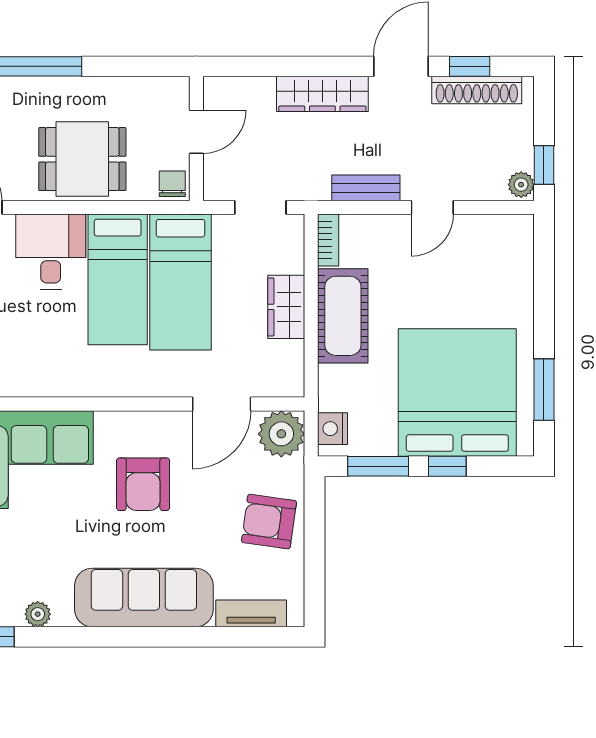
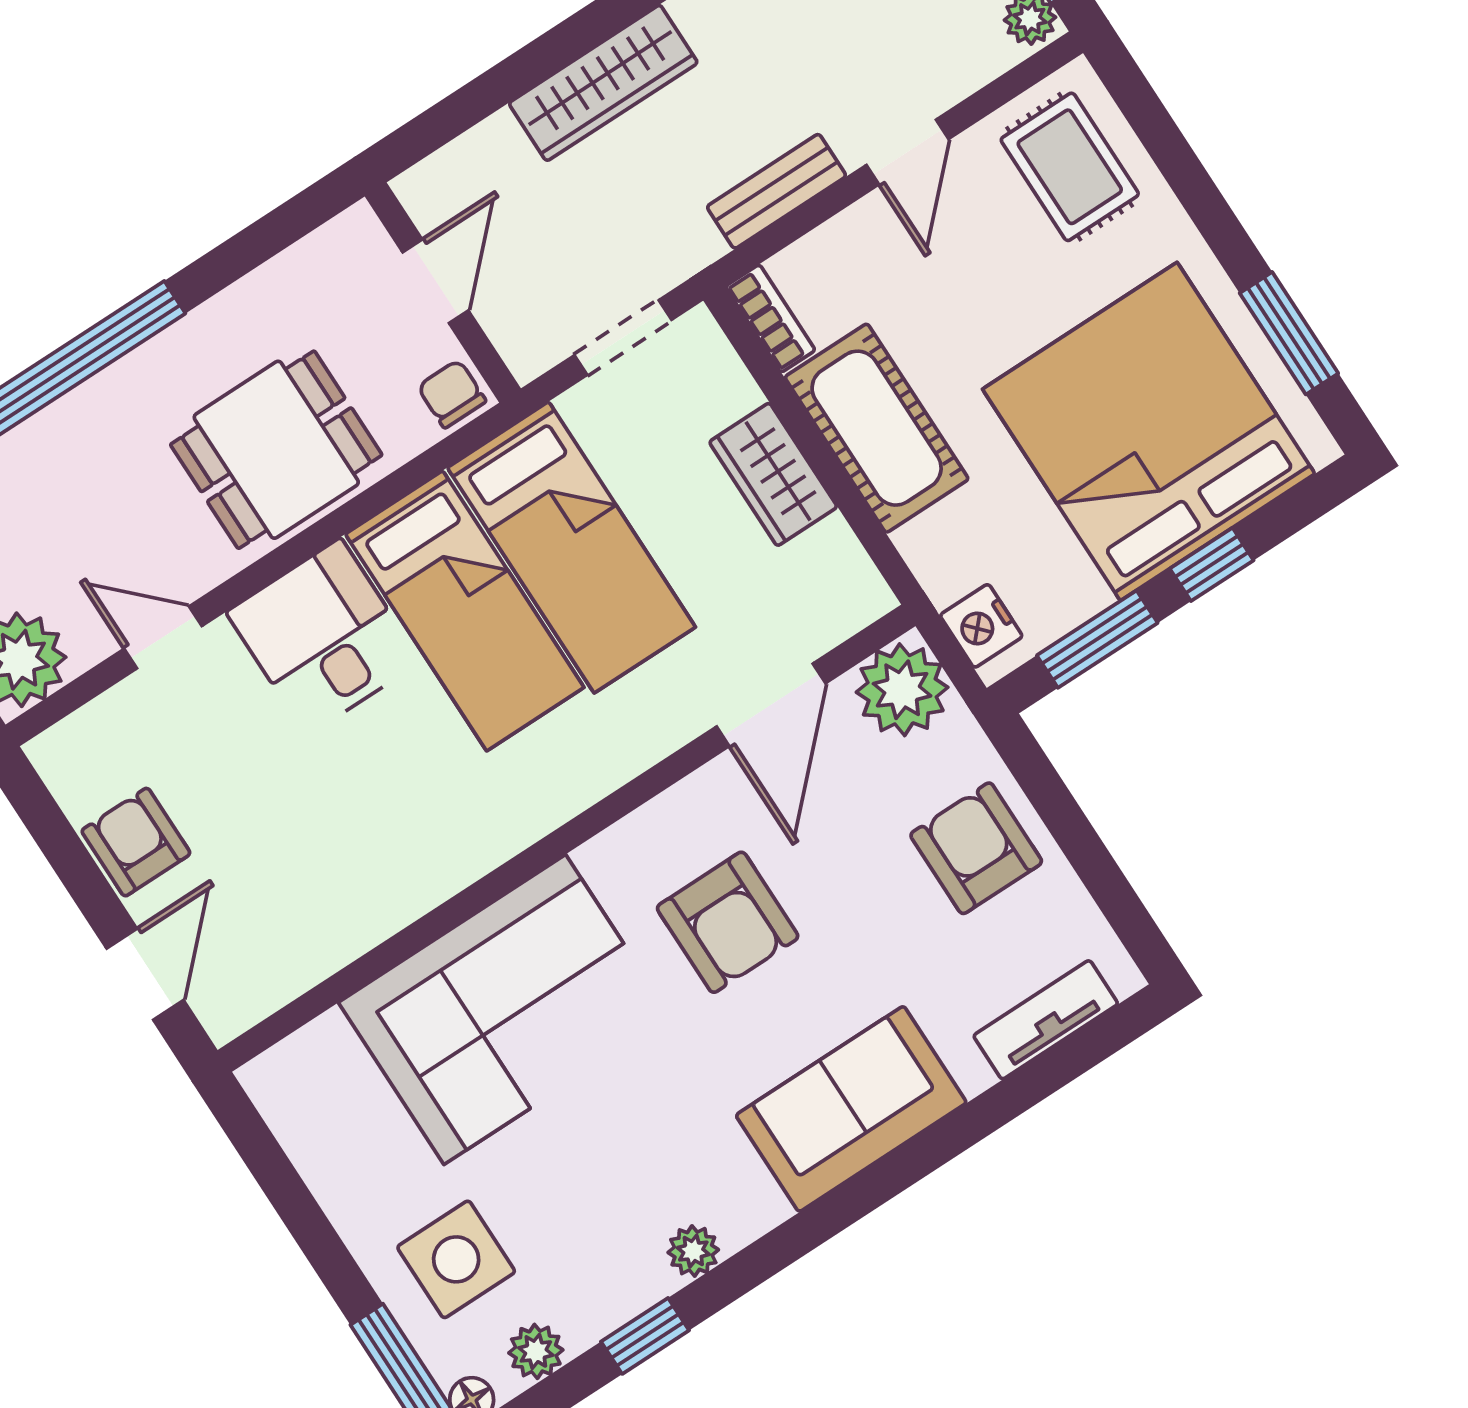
rug: (497, 258) -> (1070, 167), added
armchair: (269, 522) -> (976, 848), turned 82
sofa: (144, 598) -> (851, 1109), width x0.73

